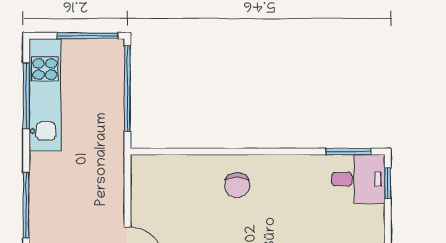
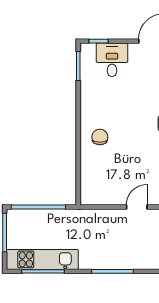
desk: (358, 179) -> (112, 60), moved
chair: (237, 185) -> (100, 137), turned -90

